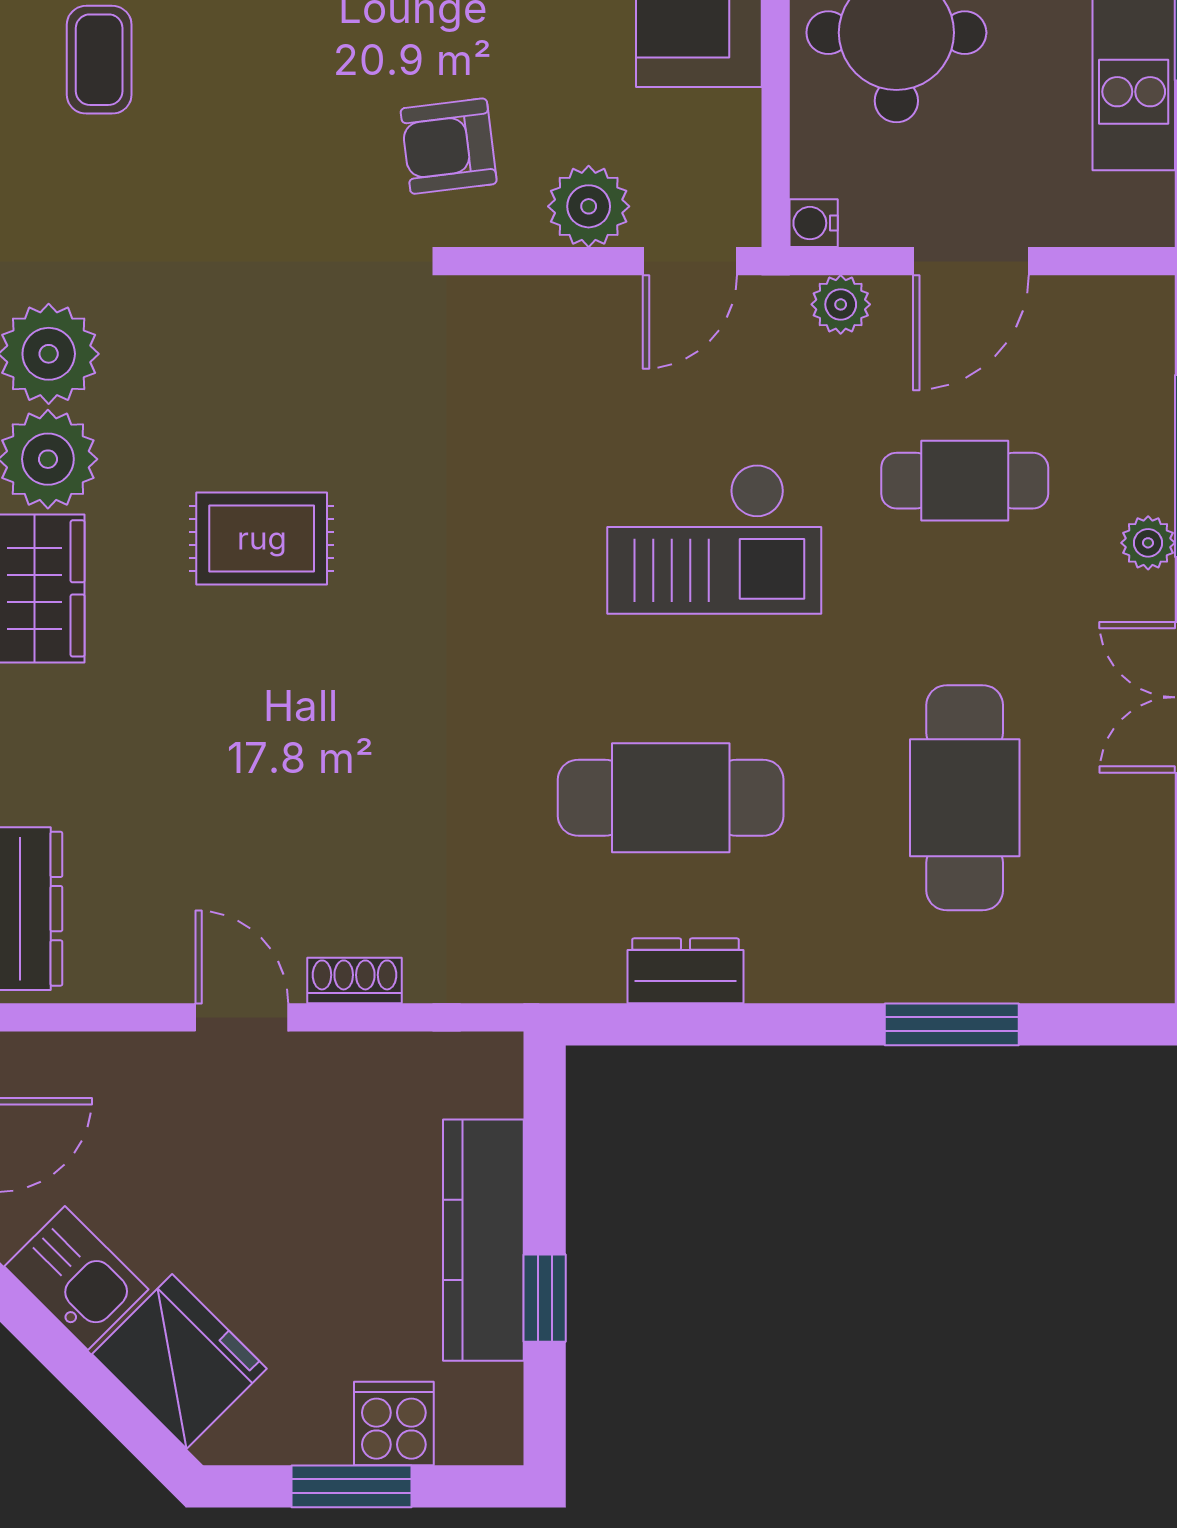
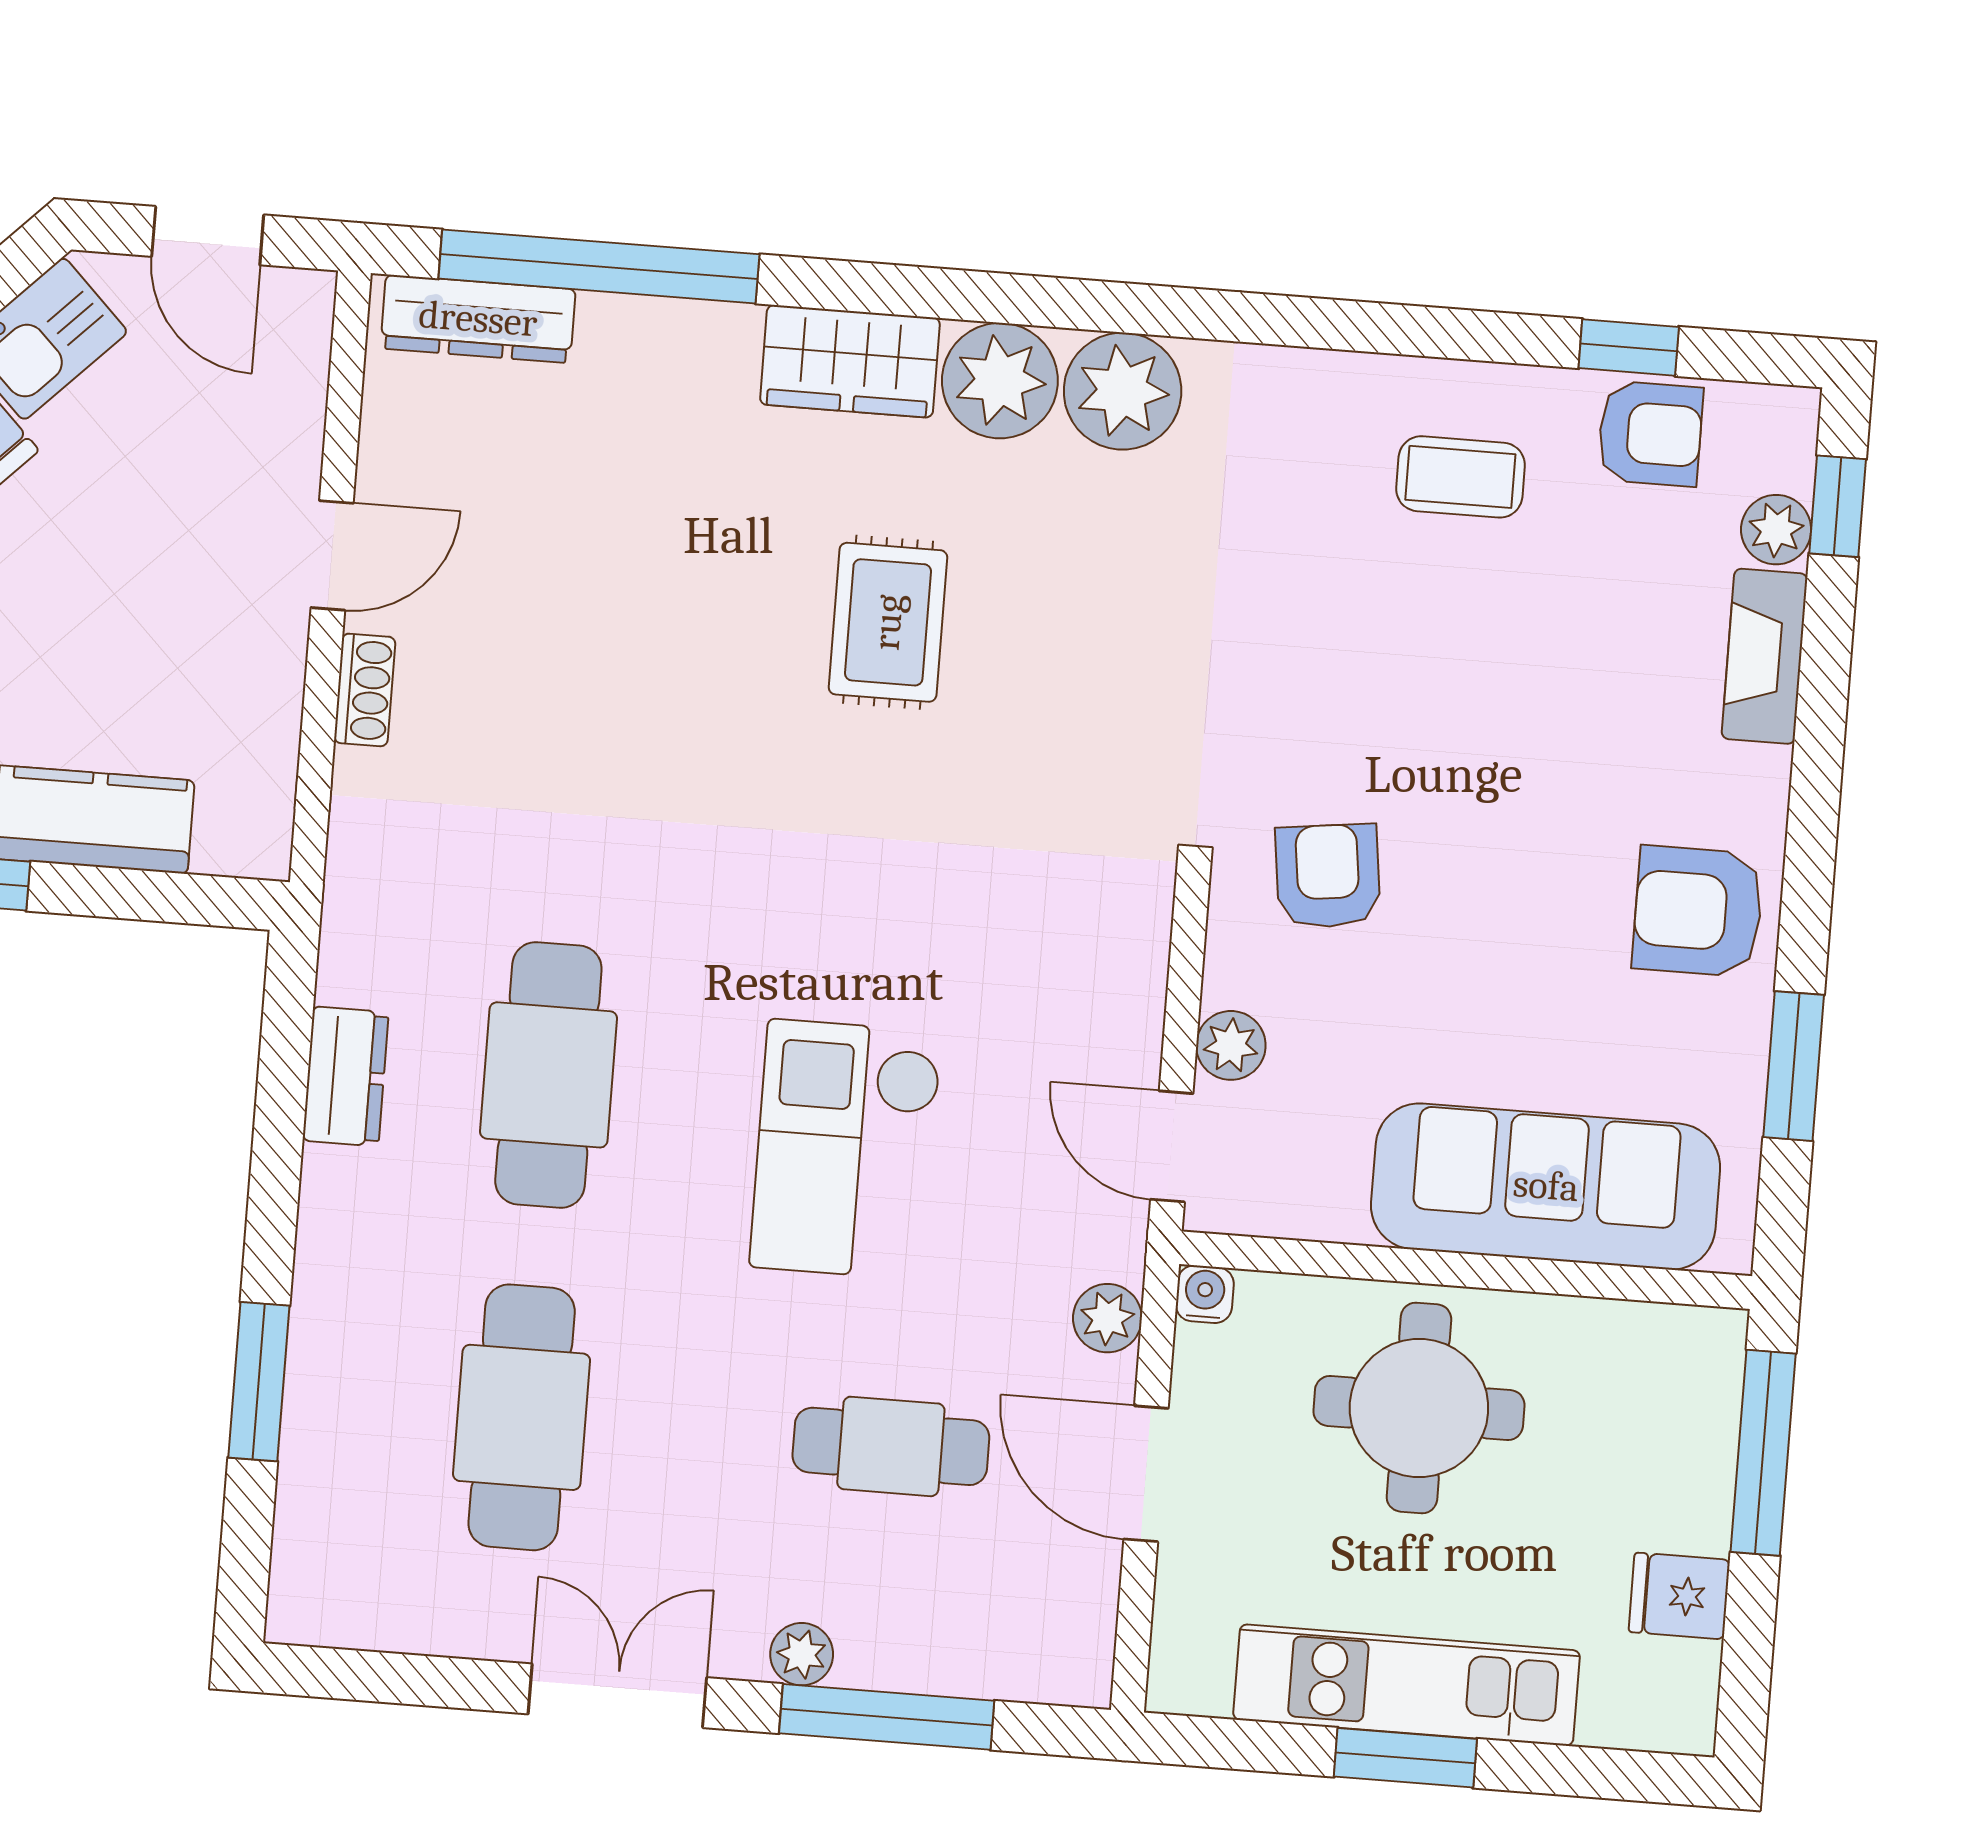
plant: (589, 206) -> (1231, 1045), width x0.73, depth x0.73
cafe table: (965, 481) -> (891, 1446), turned 90
cafe table: (965, 798) -> (522, 1417), turned 90

